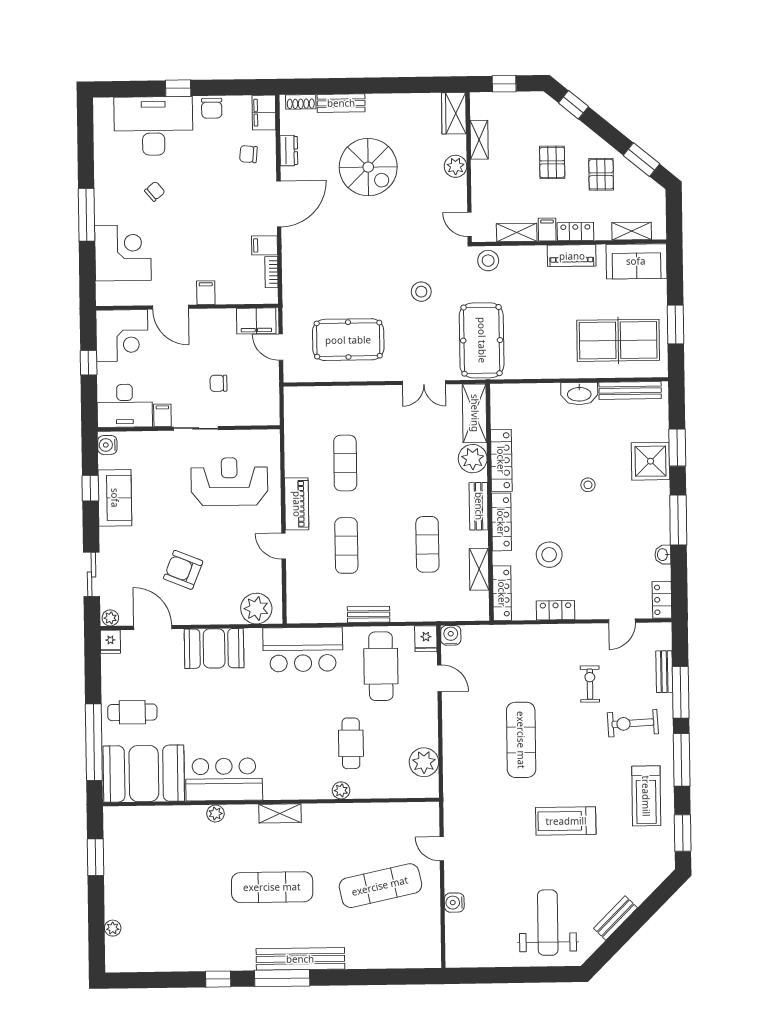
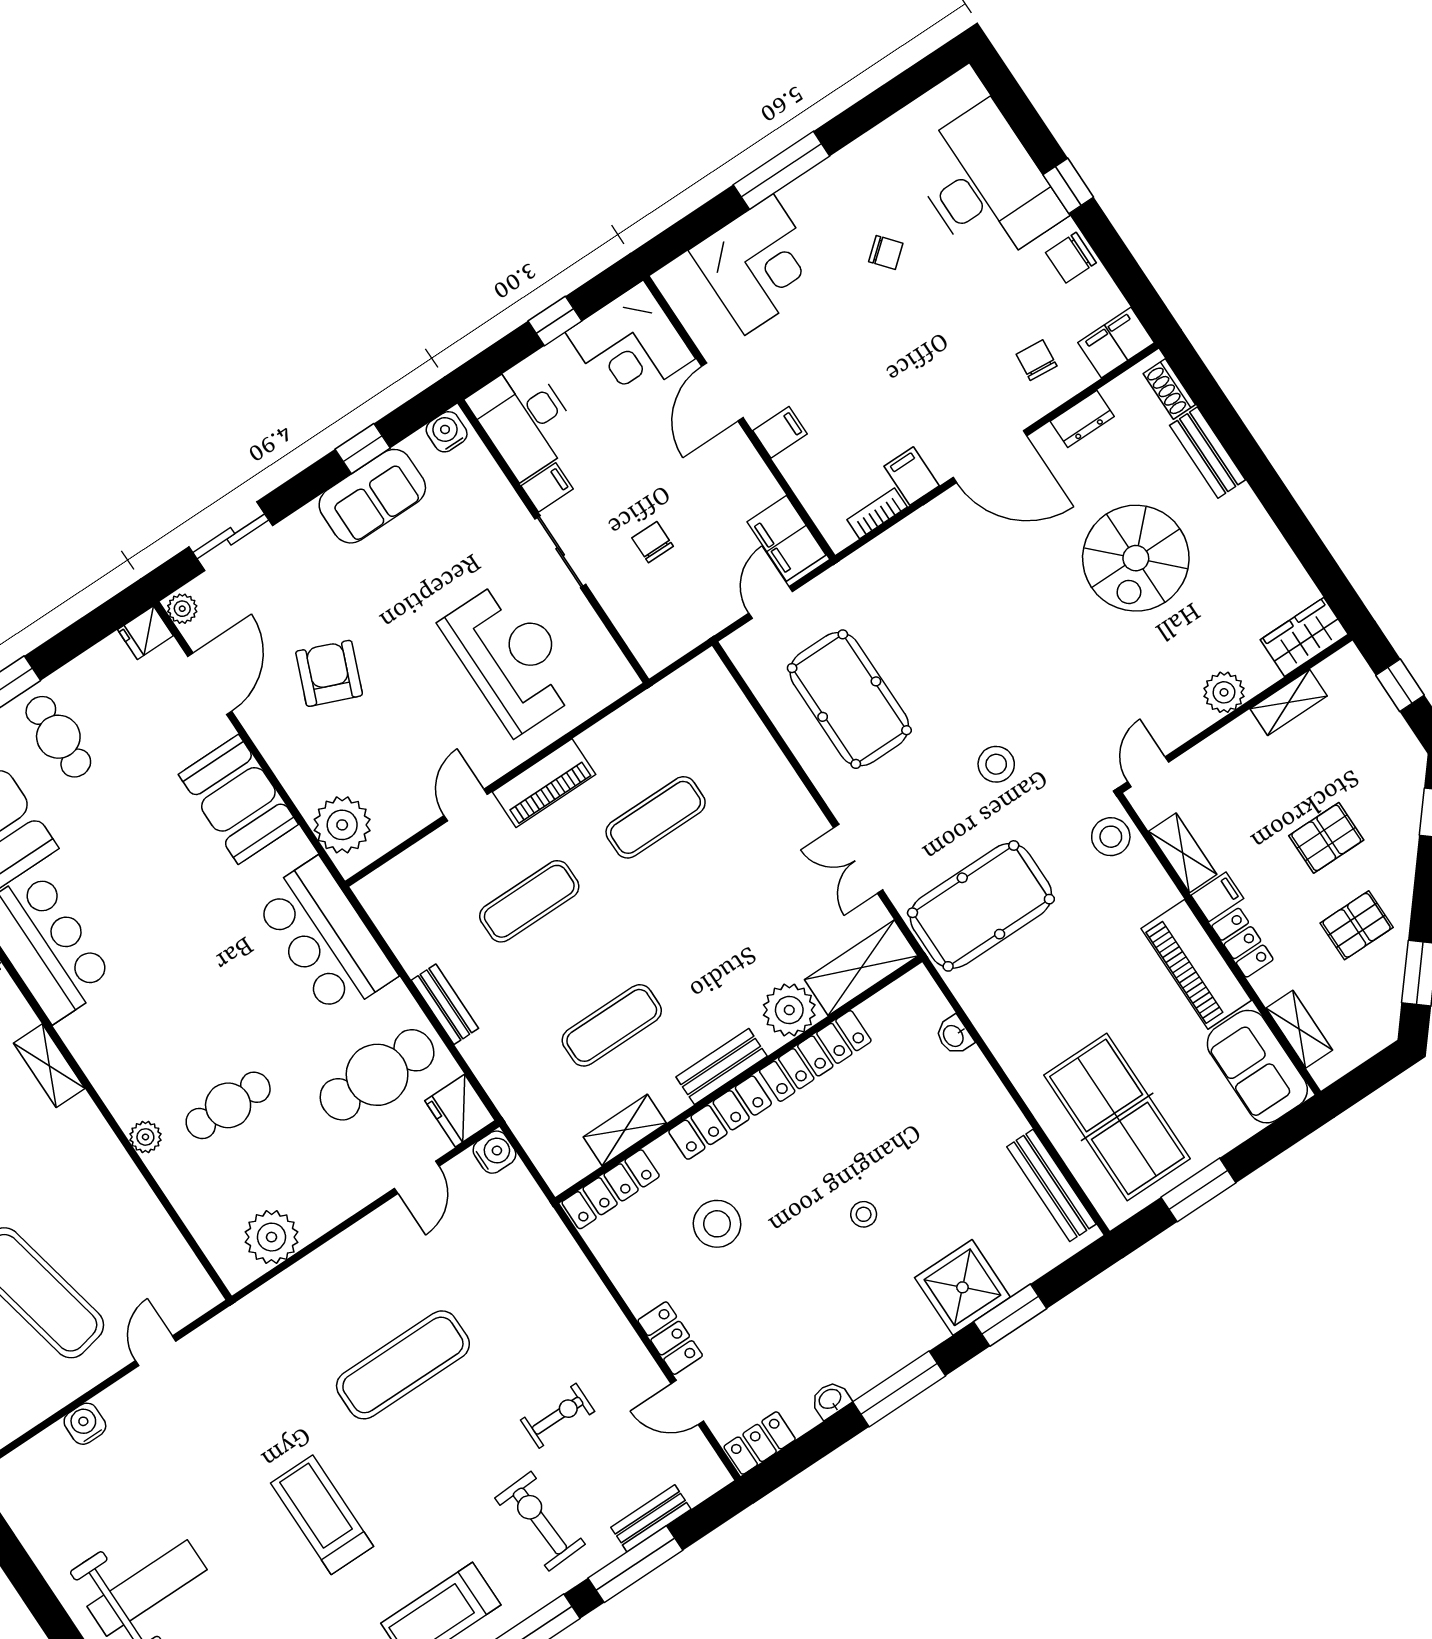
piano: (572, 256) -> (1196, 964), width x1.37, depth x1.33
washbasin: (579, 394) -> (954, 1036), moved, width x0.52, depth x0.69
locker: (556, 610) -> (670, 1338), moved
fridge: (426, 639) -> (460, 1111), width x1.38

